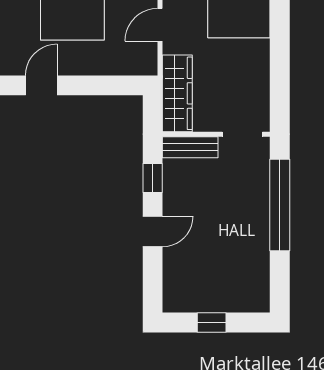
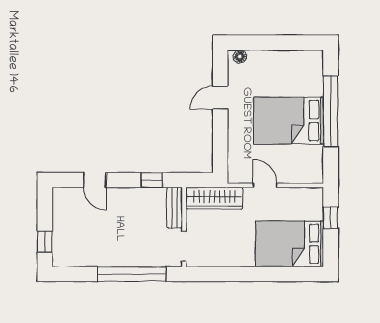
door: (41, 85) -> (220, 98), swing flipped
door: (153, 231) -> (95, 180), moved
window: (212, 323) -> (45, 241), moved

